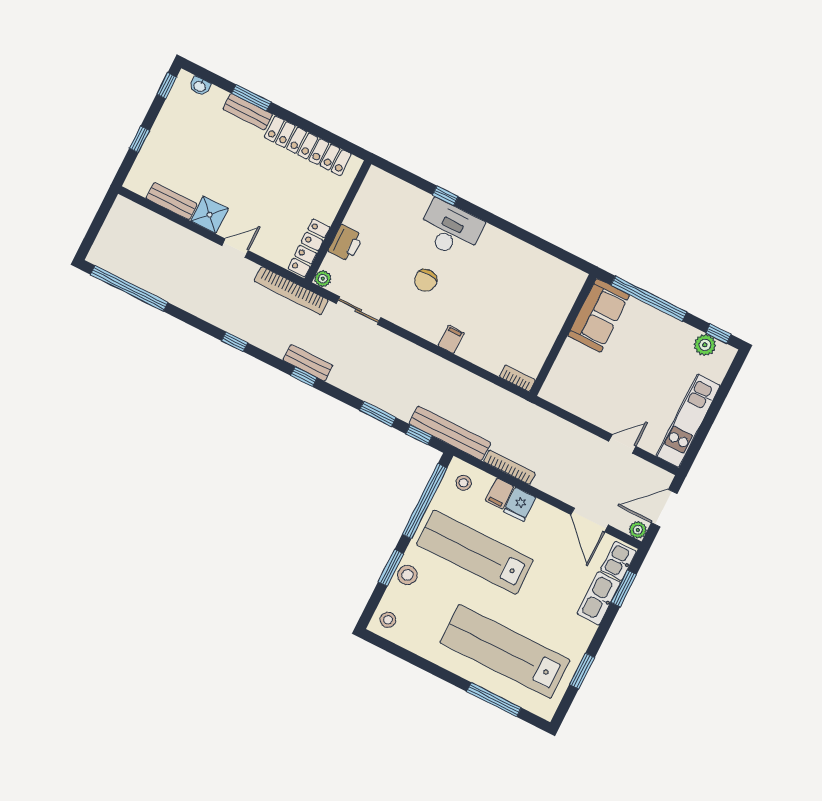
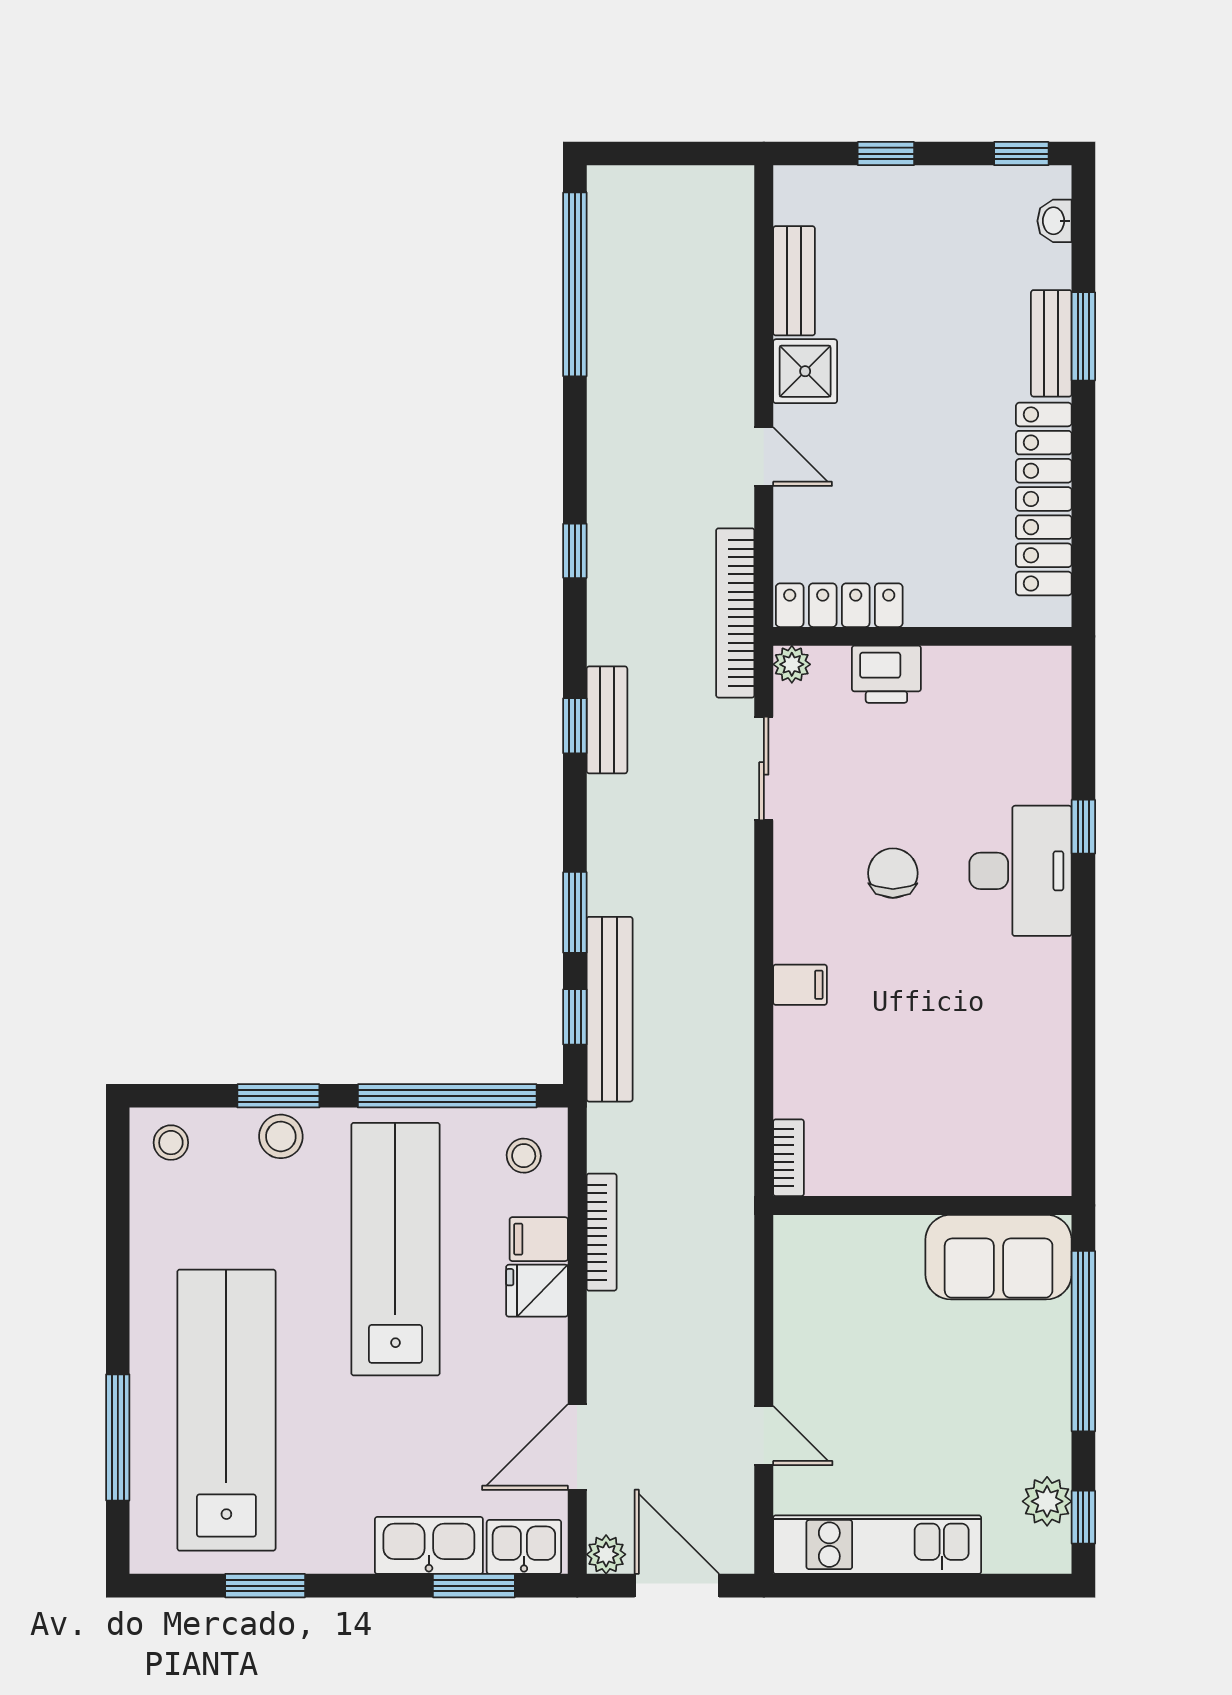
chair: (426, 280) -> (893, 873), turned 90
bench: (450, 433) -> (610, 1009), moved

